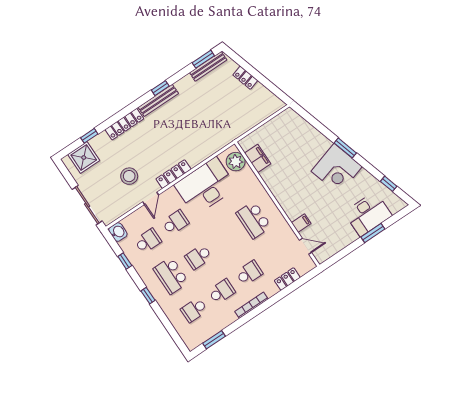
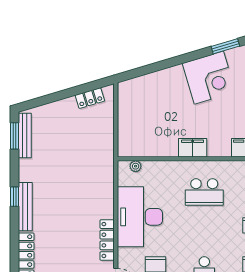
locker: (245, 78) -> (90, 98), moved
window: (345, 148) -> (225, 46), moved
filing cabinet: (258, 158) -> (193, 148), moved
plant: (236, 162) -> (136, 166), width x0.53, depth x0.53

